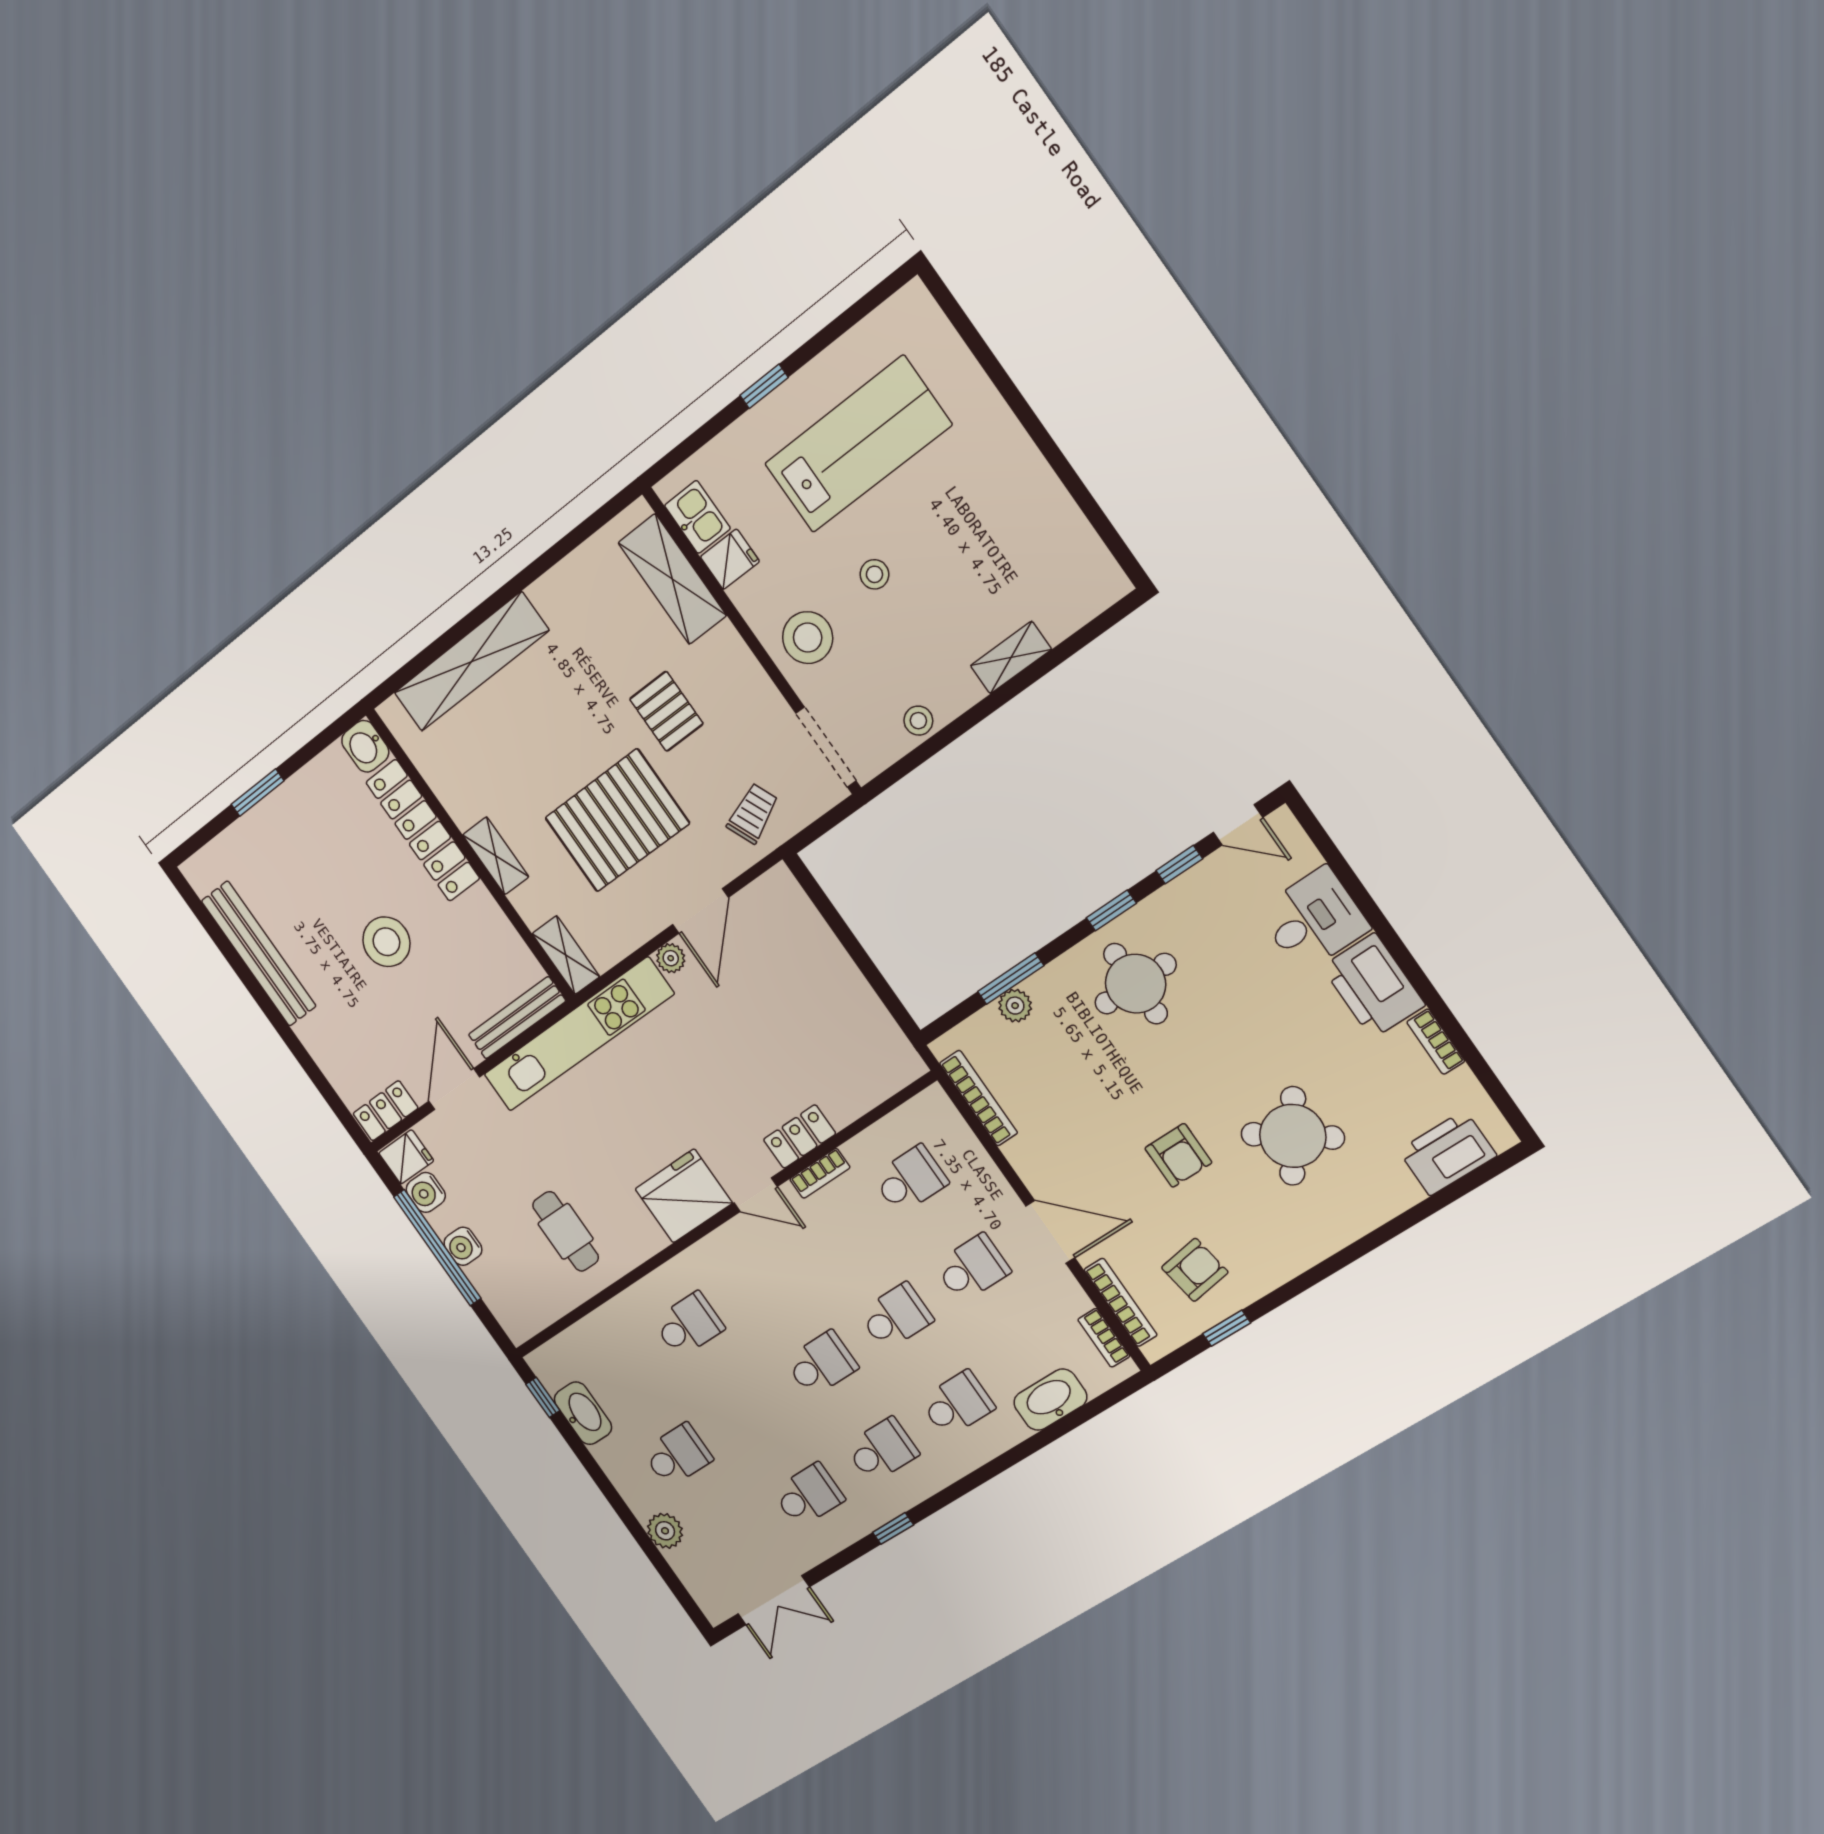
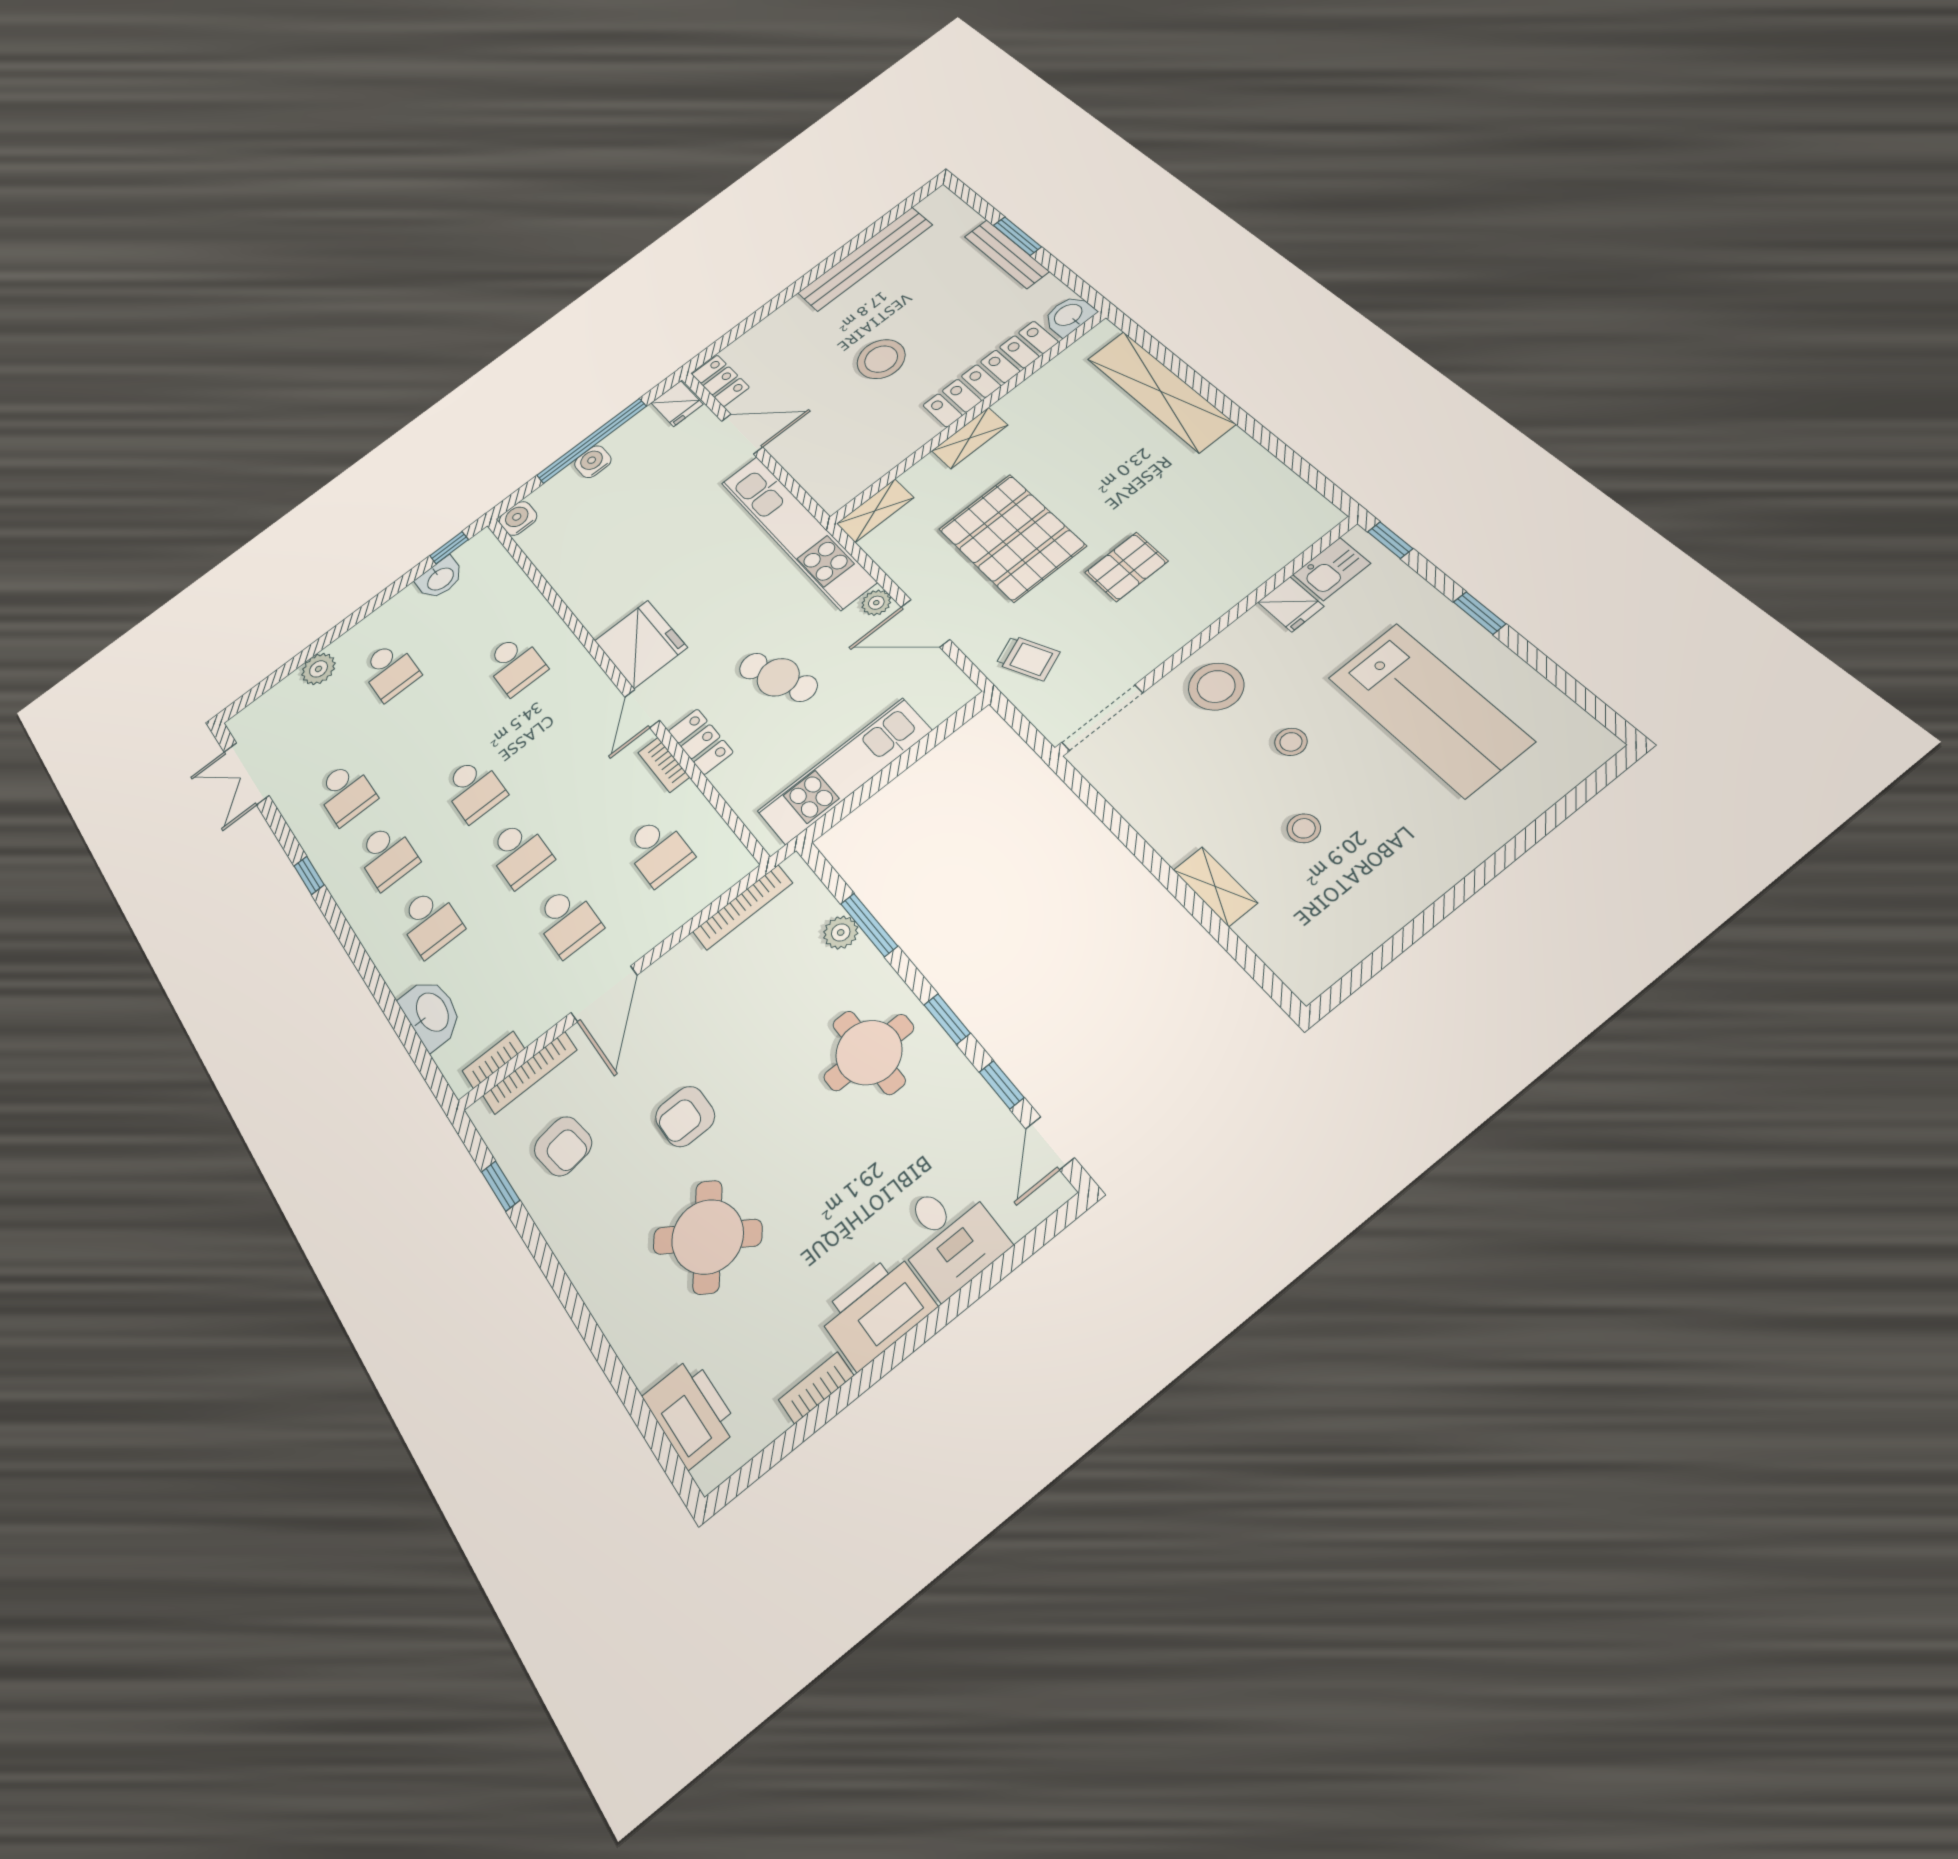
window: (674, 459) -> (1390, 540), added
shelving: (672, 579) -> (1264, 555), removed
stool: (918, 721) -> (1304, 828), moved
kitchen unit: (849, 996) -> (845, 771), added
bench: (517, 1018) -> (1007, 254), moved
water cooler: (426, 1192) -> (518, 518), moved
cafe table: (566, 1231) -> (778, 677), moved, turned 69
washbasin: (583, 1413) -> (440, 578), width x0.72

